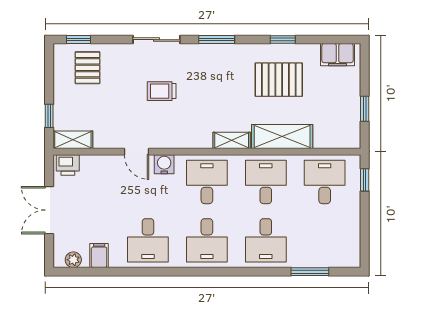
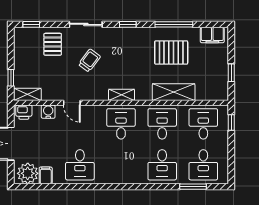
window: (217, 40) -> (128, 24), width x0.67
window: (283, 40) -> (174, 24), width x2.17
pallet: (88, 68) -> (53, 44), moved
trolley: (162, 91) -> (89, 60), turned 127
shelving: (232, 140) -> (122, 95), moved
water cooler: (164, 164) -> (48, 112), moved
desk: (207, 240) -> (203, 165), moved
plant: (73, 260) -> (28, 173), width x1.88, depth x1.88

